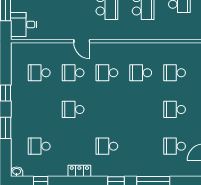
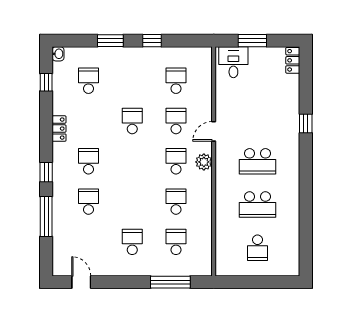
plant: (107, 49) -> (204, 162), added
school desk: (175, 146) -> (88, 202), moved

